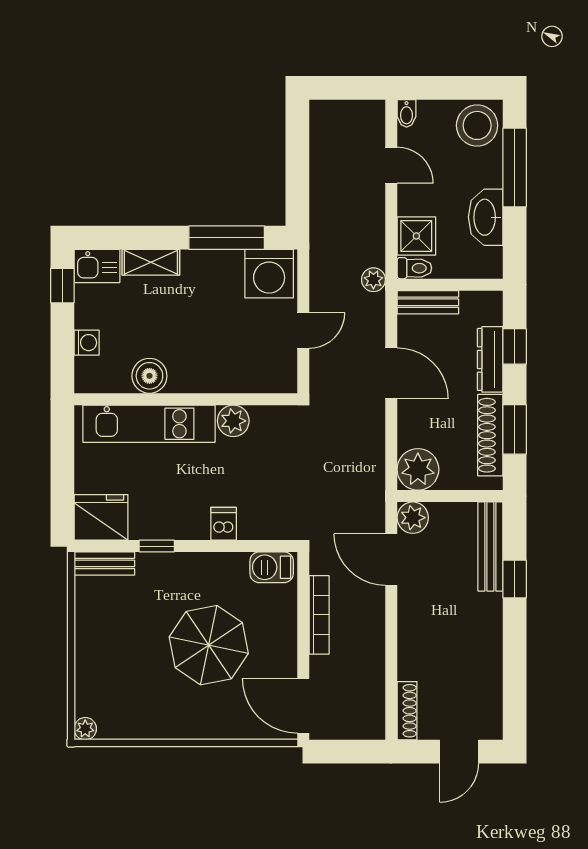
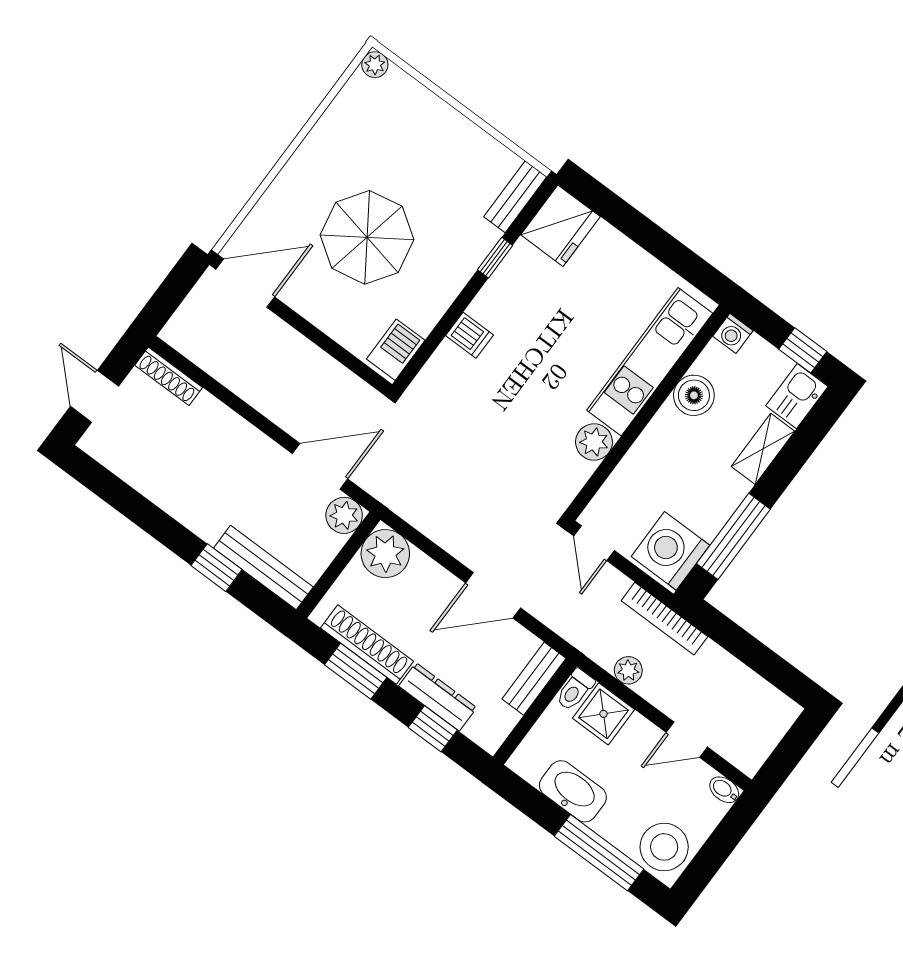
plant: (373, 280) -> (628, 670), moved
boiler: (149, 376) -> (694, 395), moved
wall: (186, 399) -> (647, 413), moved
plant: (233, 421) -> (594, 442), moved
kitchen unit: (149, 424) -> (650, 362), moved
bookcase: (319, 615) -> (664, 619), moved

